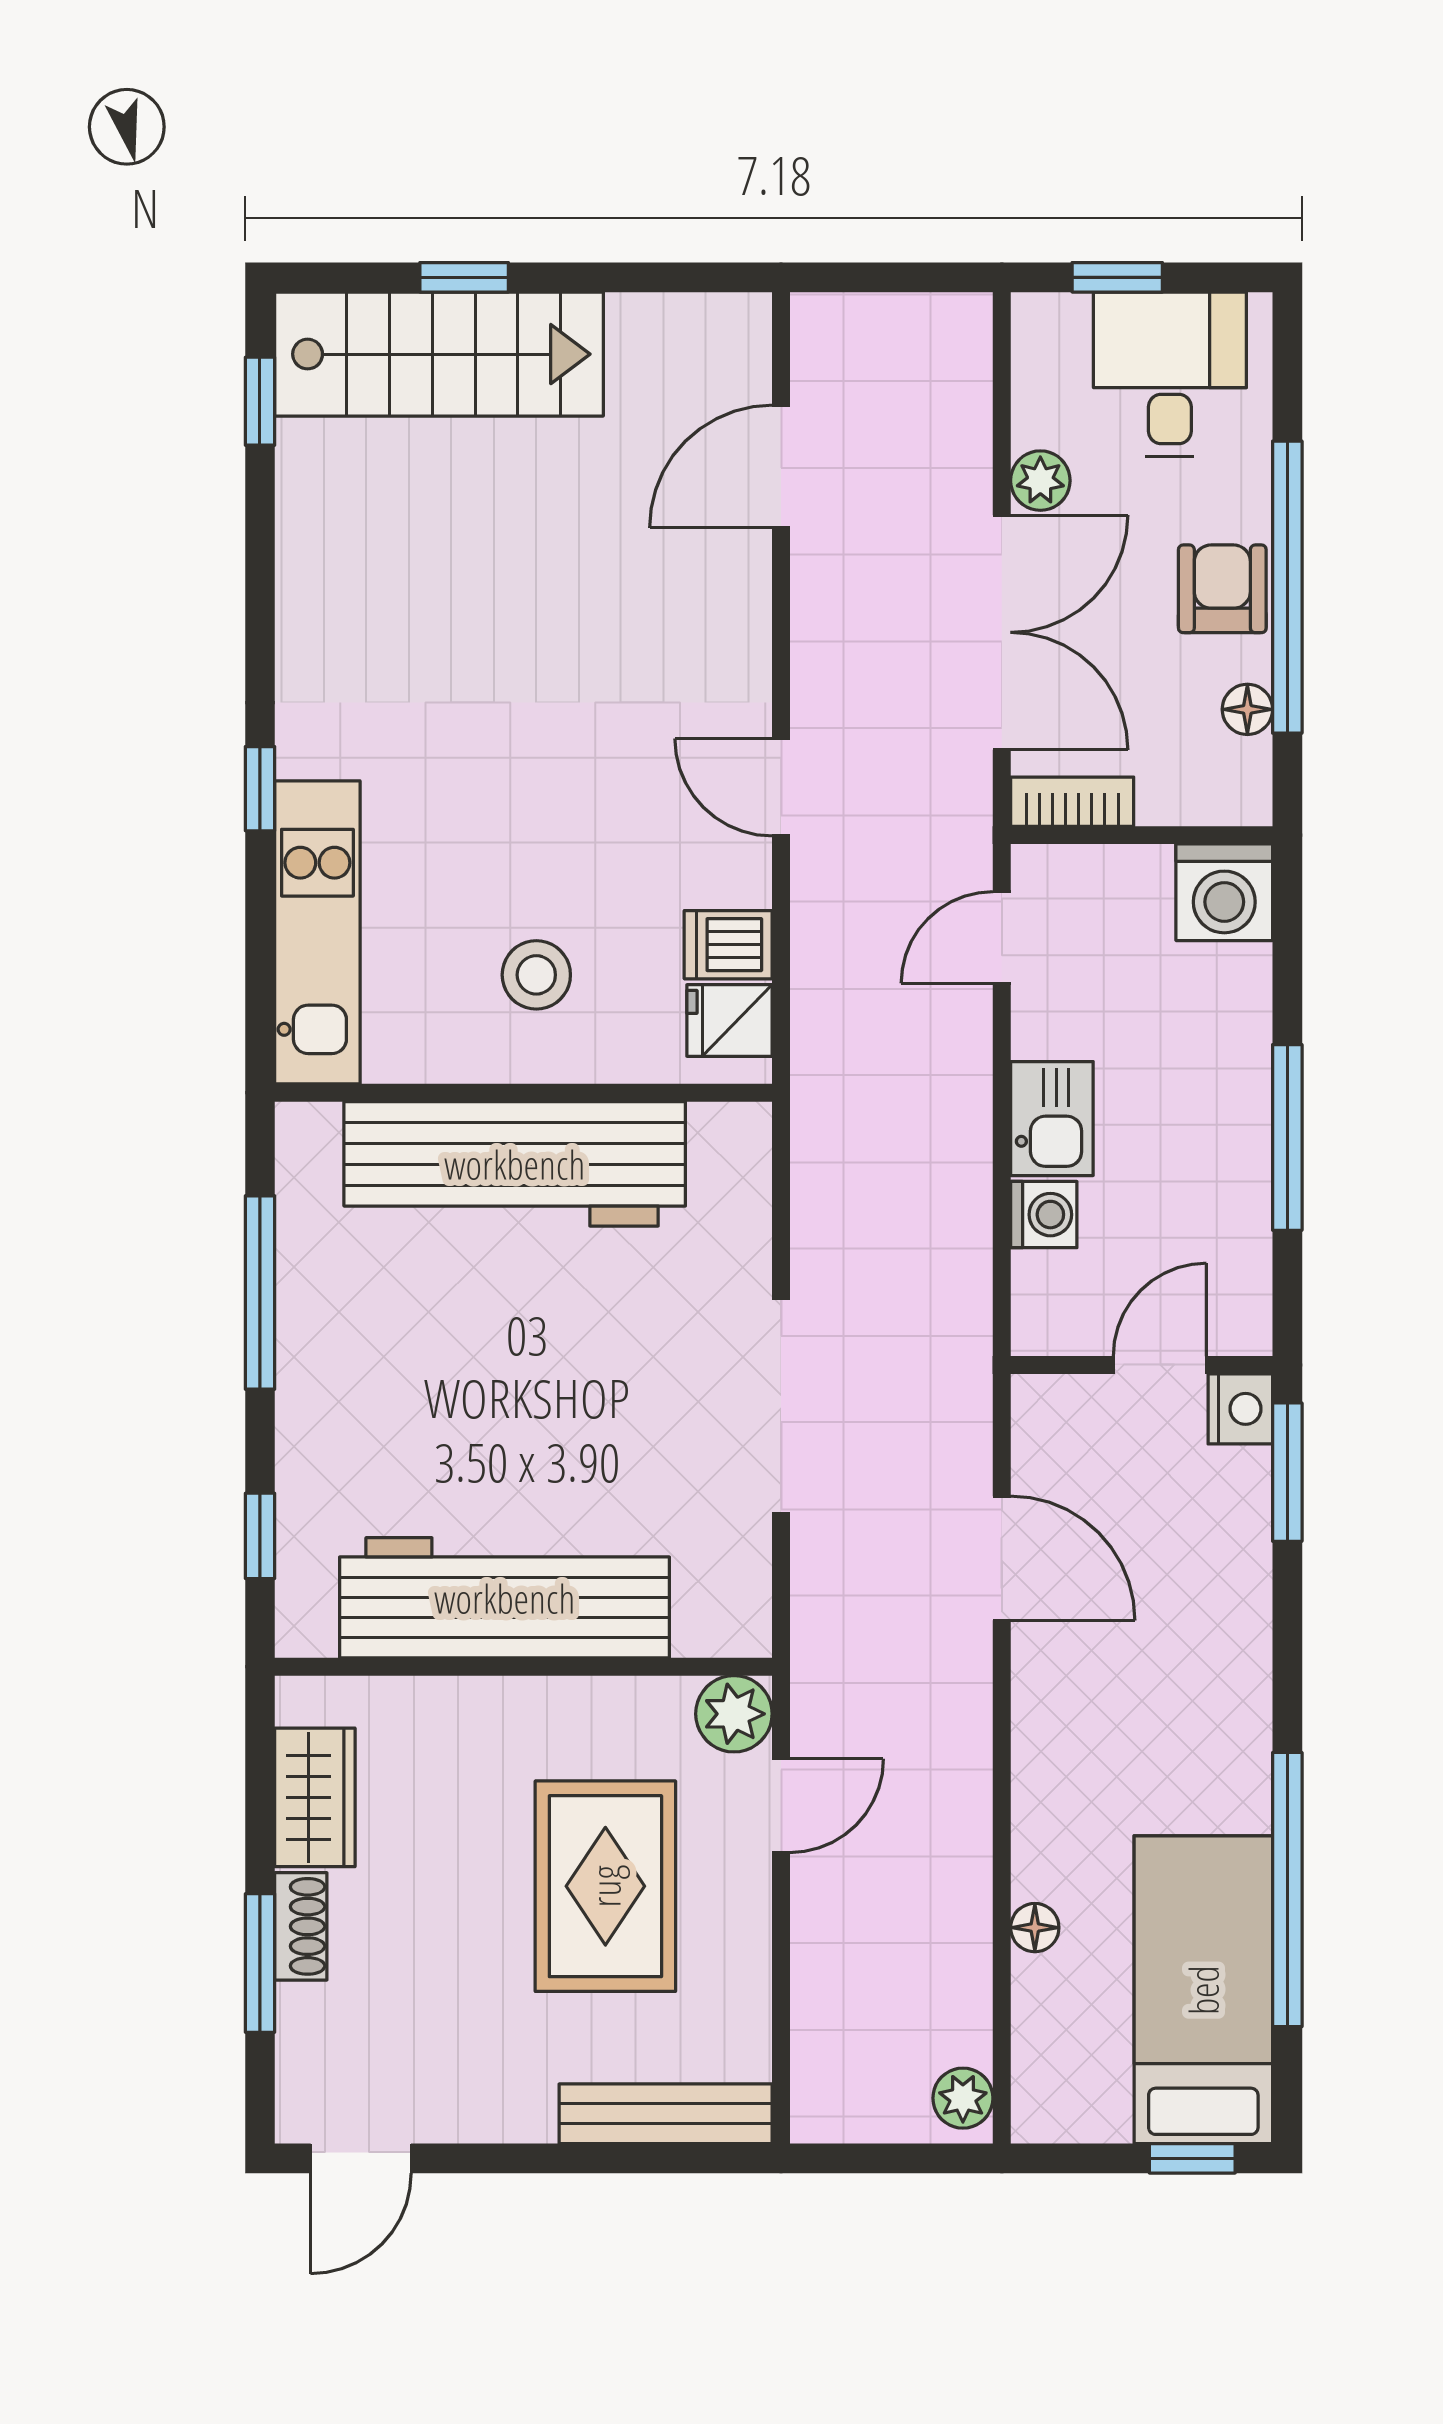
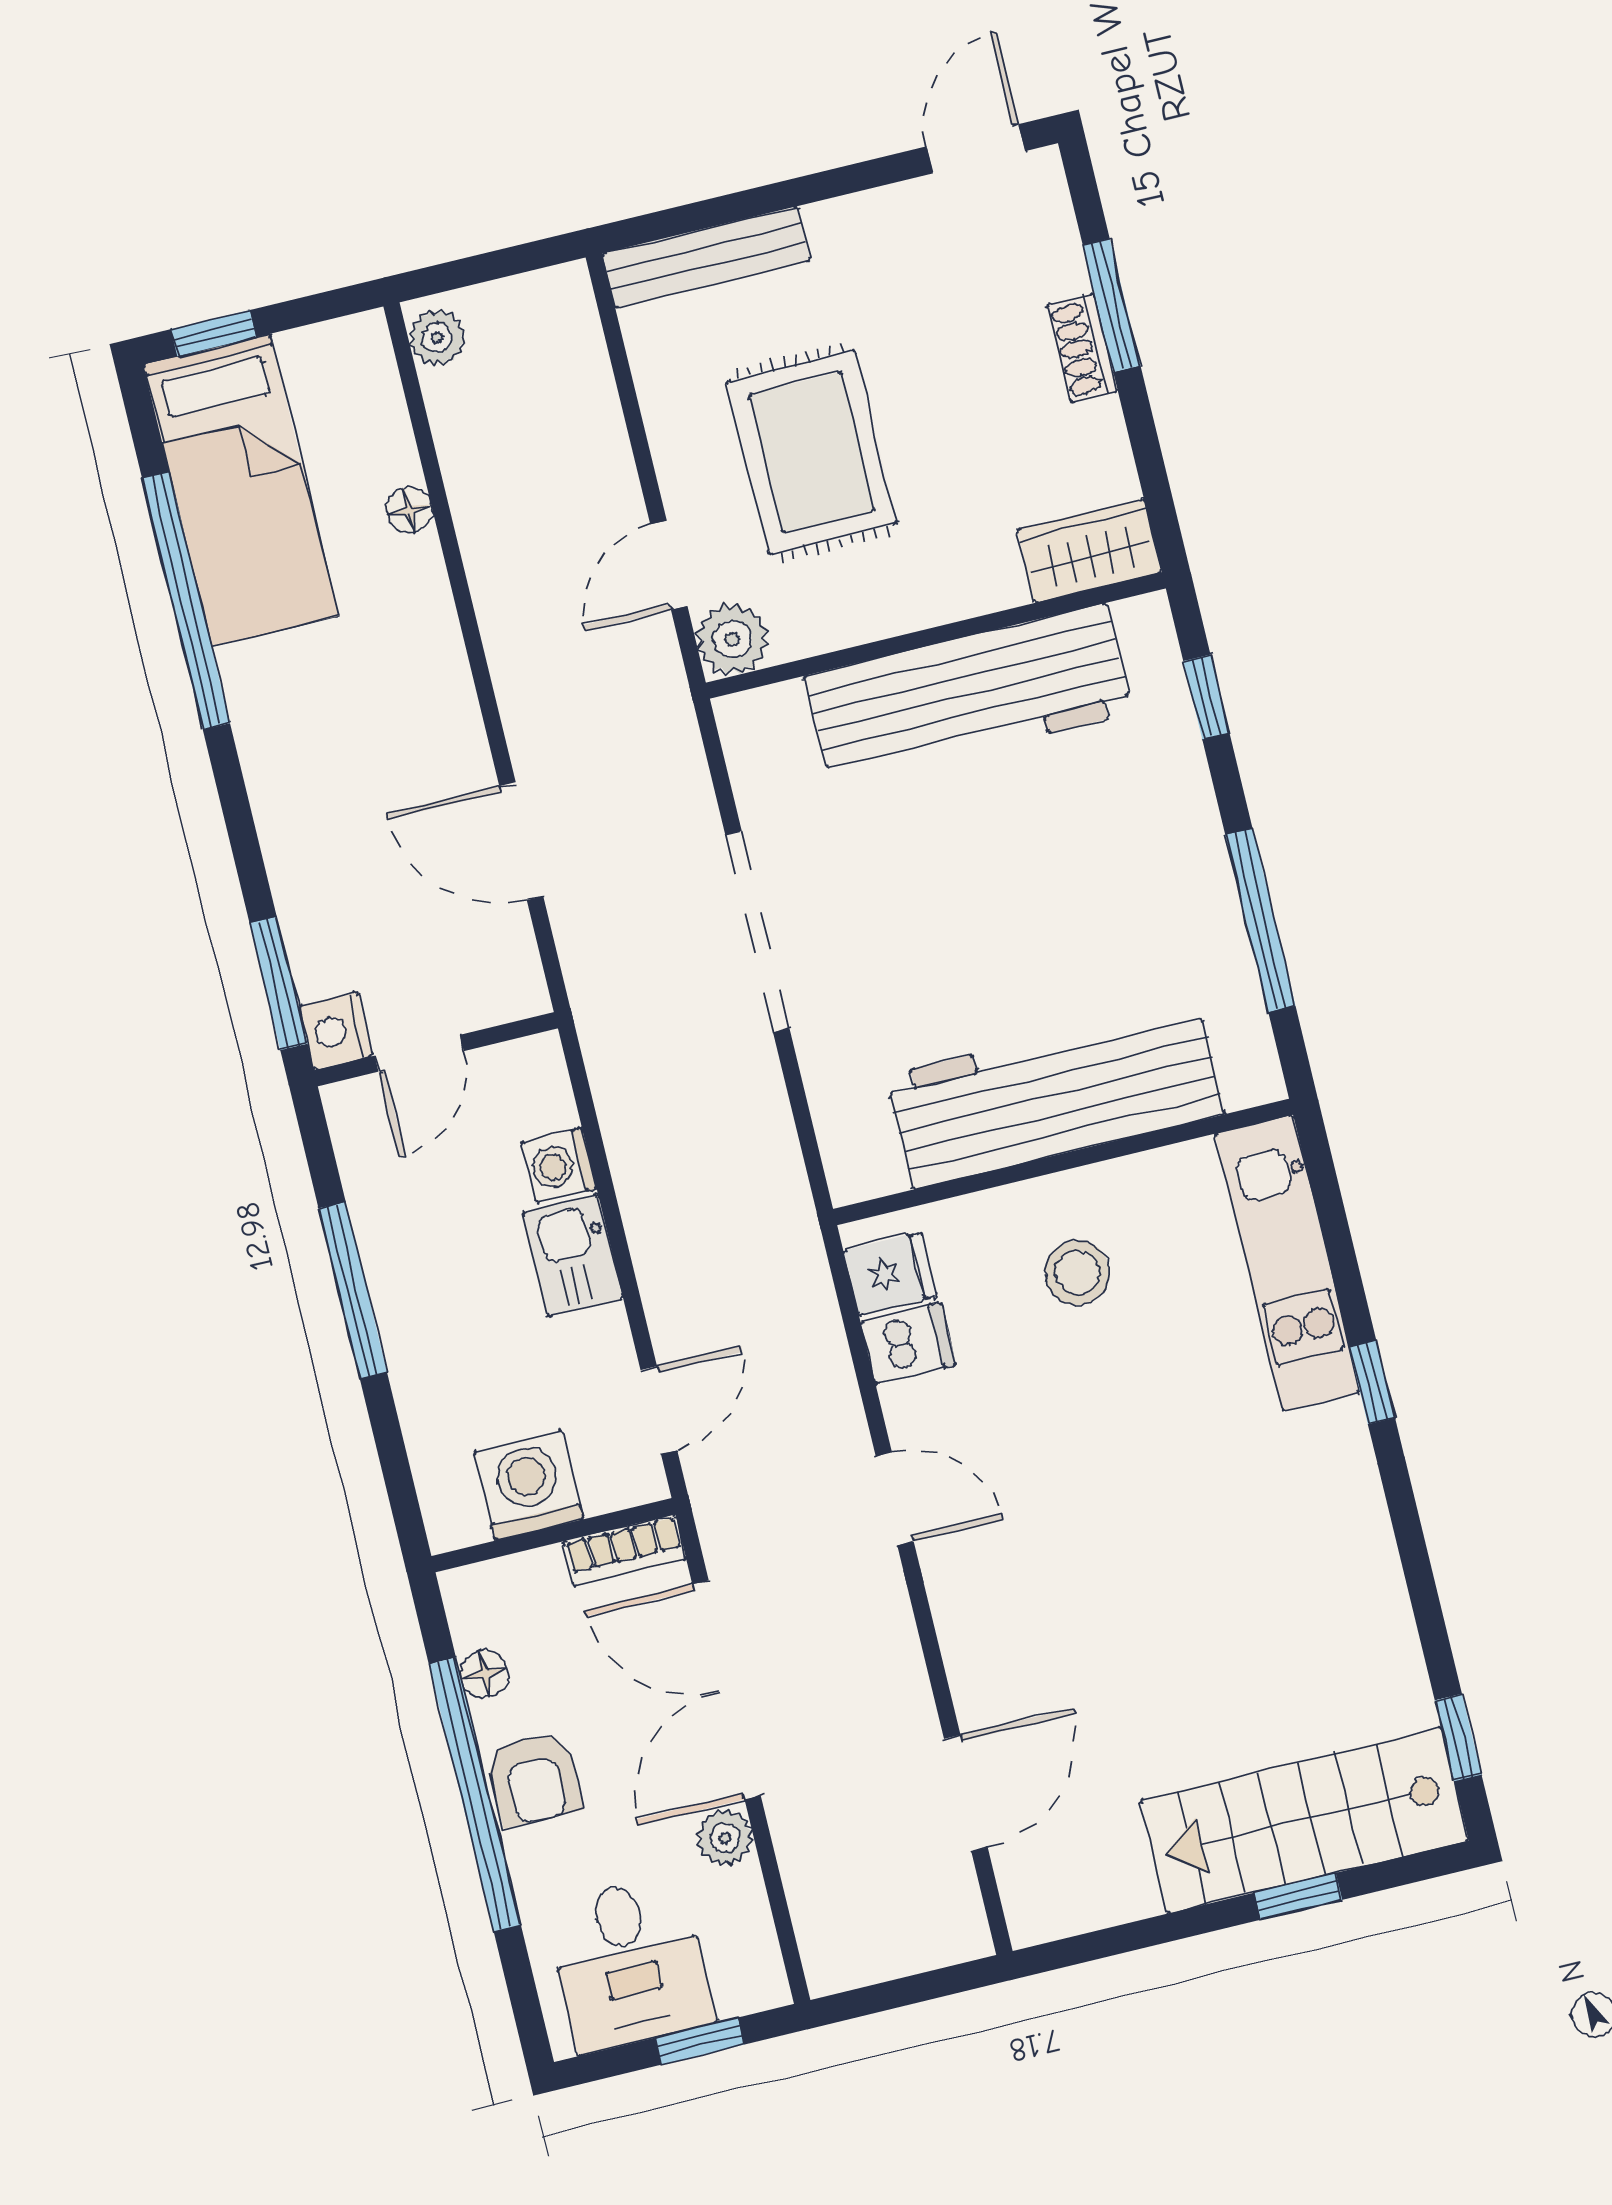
washing machine: (1224, 892) -> (529, 1486), moved
wardrobe: (315, 1797) -> (1089, 551), moved, turned 90

